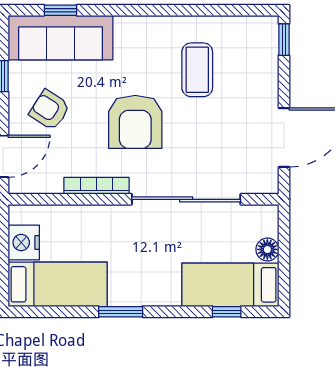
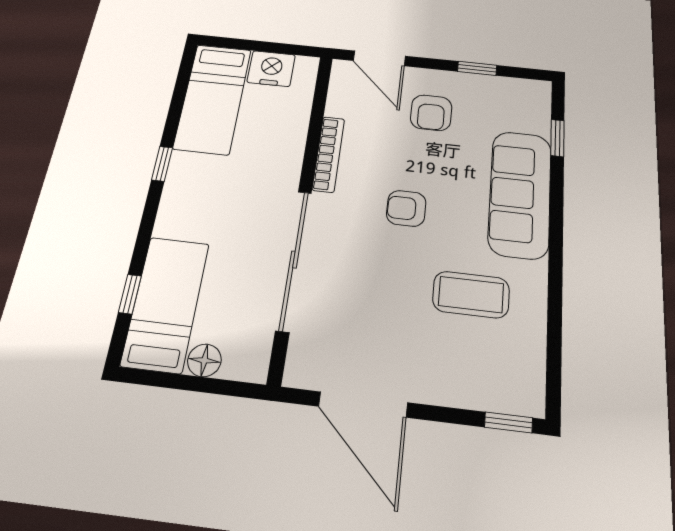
sofa: (60, 38) -> (520, 194), moved
armchair: (50, 110) -> (431, 113), turned 147
armchair: (135, 122) -> (406, 208), width x0.53, depth x0.53
window: (121, 312) -> (162, 164), width x0.67

